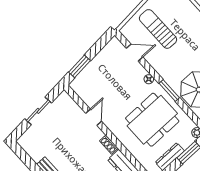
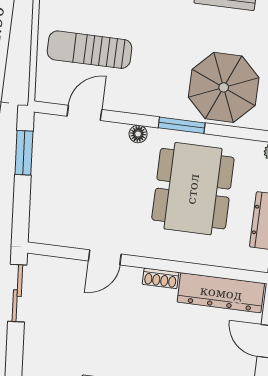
window: (80, 66) -> (24, 153), moved
sliding door: (38, 111) -> (17, 293), moved
door: (94, 117) -> (105, 257), swing flipped

